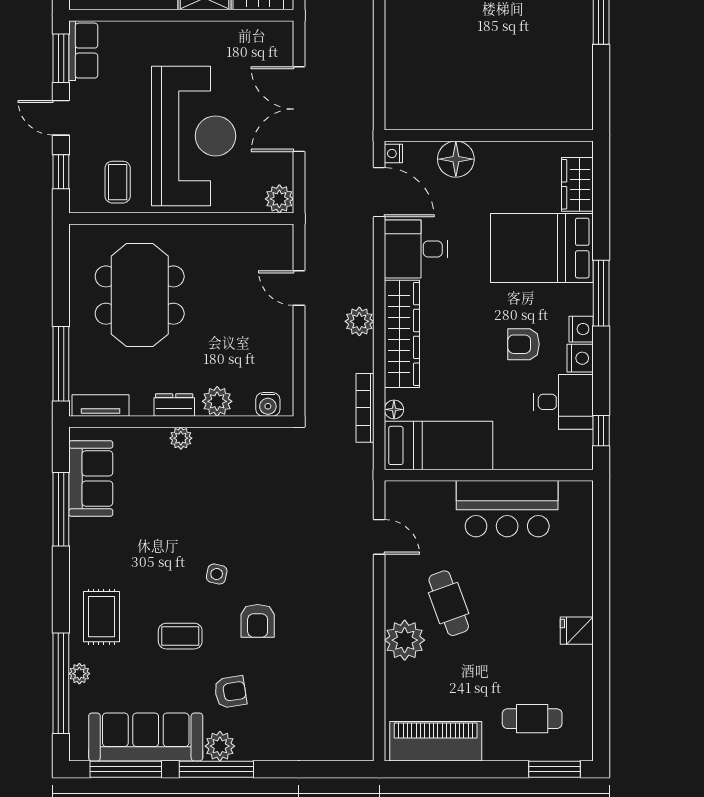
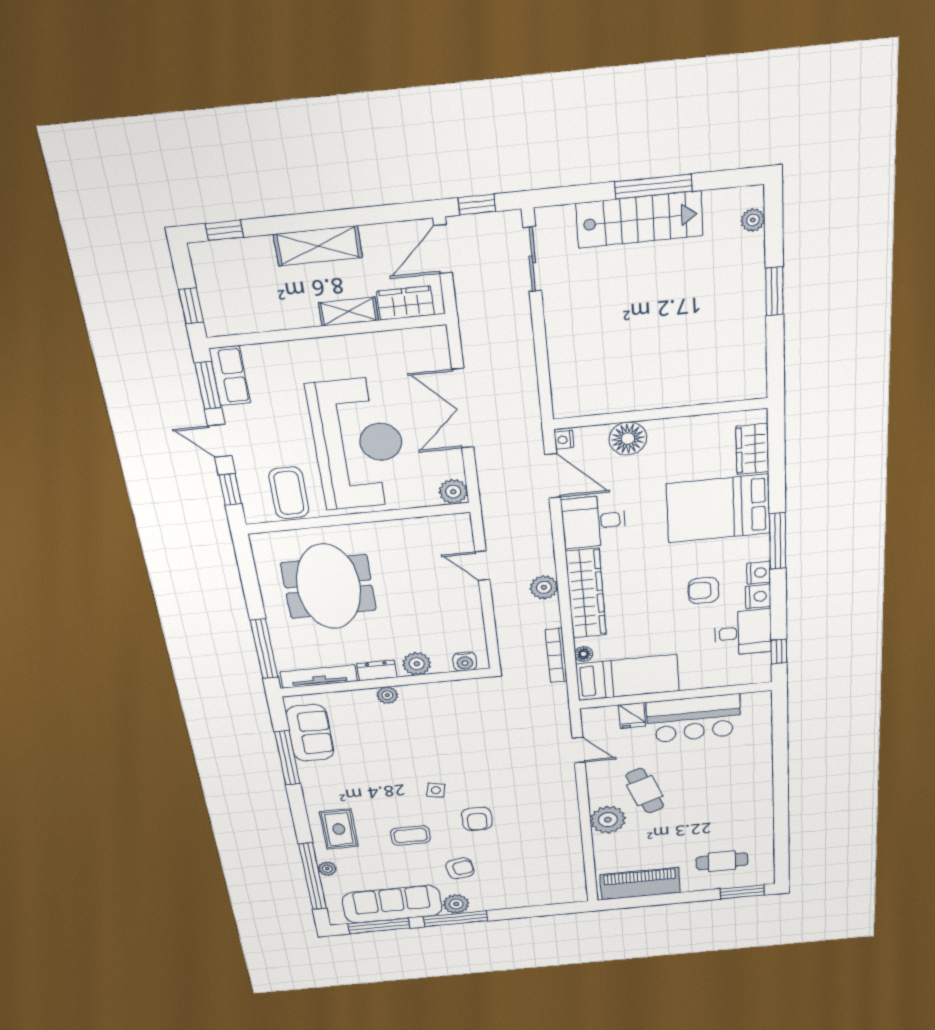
coffee table: (118, 182) -> (289, 493), width x1.36, depth x1.30
tv unit: (101, 406) -> (319, 676), width x1.41
fridge: (577, 631) -> (632, 716), moved, turned -90

